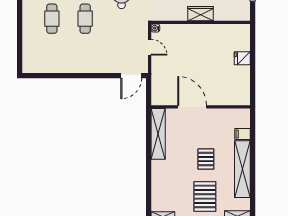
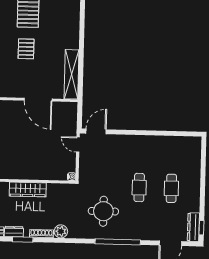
wardrobe: (200, 14) -> (28, 189), width x1.50
door: (150, 47) -> (78, 145), moved

